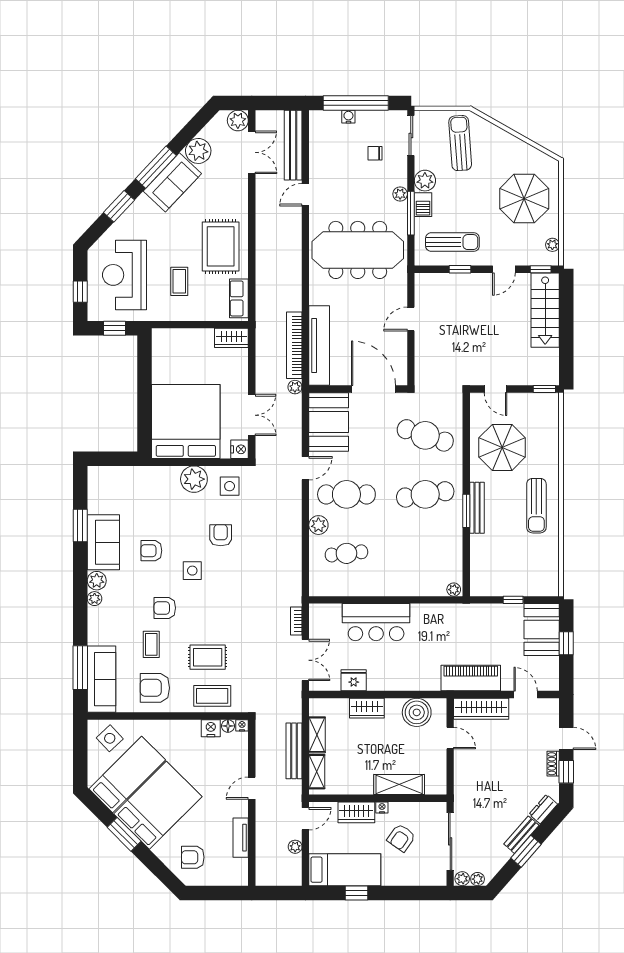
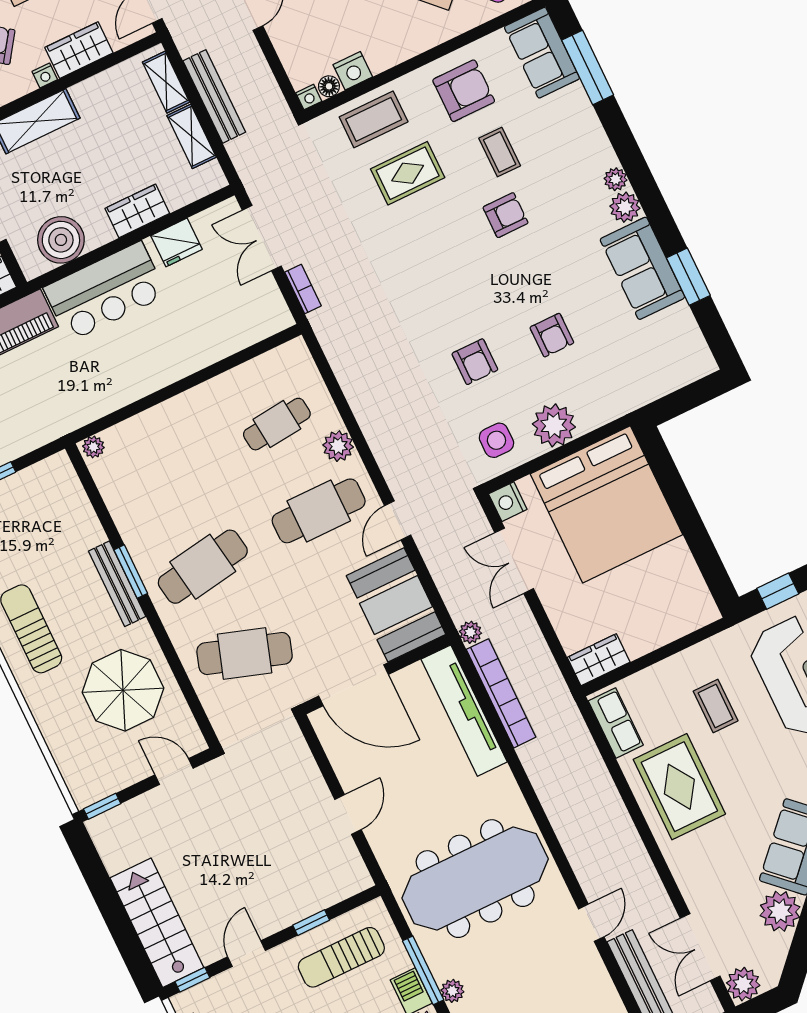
armchair: (151, 551) -> (552, 335), moved, turned 90
side table: (192, 571) -> (491, 290), removed
bar counter: (376, 622) -> (105, 291), moved, turned 180
sofa: (102, 679) -> (542, 53), width x0.73

